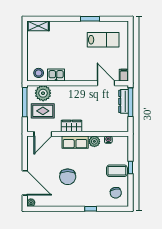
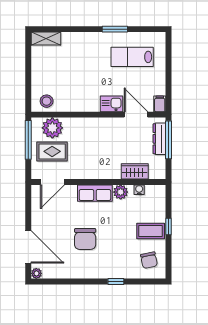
lab bench: (103, 40) -> (132, 57), turned 180
kitchen sink: (56, 75) -> (112, 104), moved
wardrobe: (72, 126) -> (135, 171), moved

